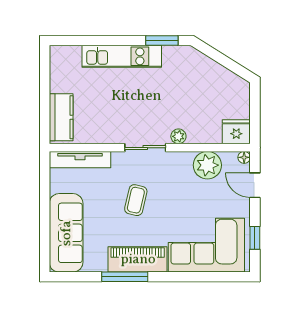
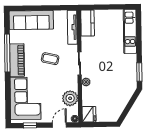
kitchen unit: (122, 56) -> (130, 31), moved
kitchen counter: (61, 117) -> (88, 23), moved, turned -90
window: (125, 277) -> (7, 53), width x1.46

